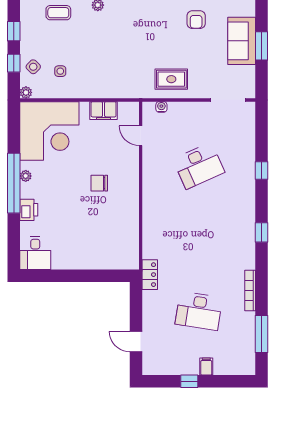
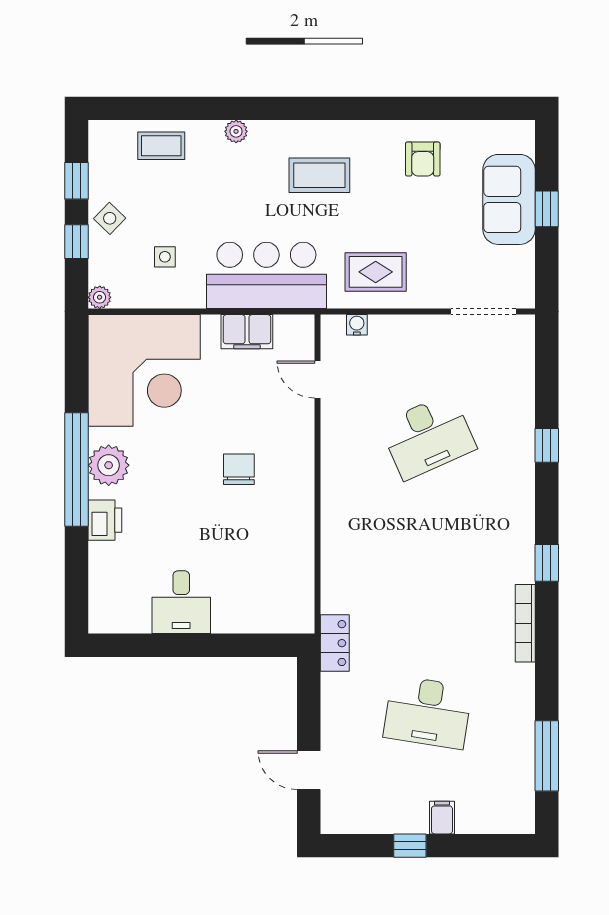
coffee table: (142, 28) -> (319, 175), added
window: (261, 46) -> (547, 209), width x0.67
side table: (33, 67) -> (110, 218), moved
bar counter: (114, 81) -> (266, 275), added
plant: (26, 176) -> (109, 465), width x1.87, depth x1.87
chair: (99, 183) -> (239, 469), turned 90
desk: (35, 253) -> (181, 602), moved
bookcase: (250, 290) -> (525, 623), moved

